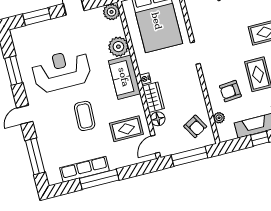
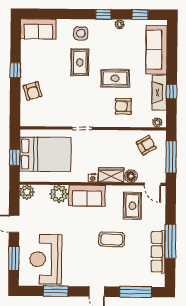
reception desk: (61, 71) -> (46, 259), moved
armchair: (230, 91) -> (123, 106), turned 95
plant: (219, 118) -> (157, 122), moved

